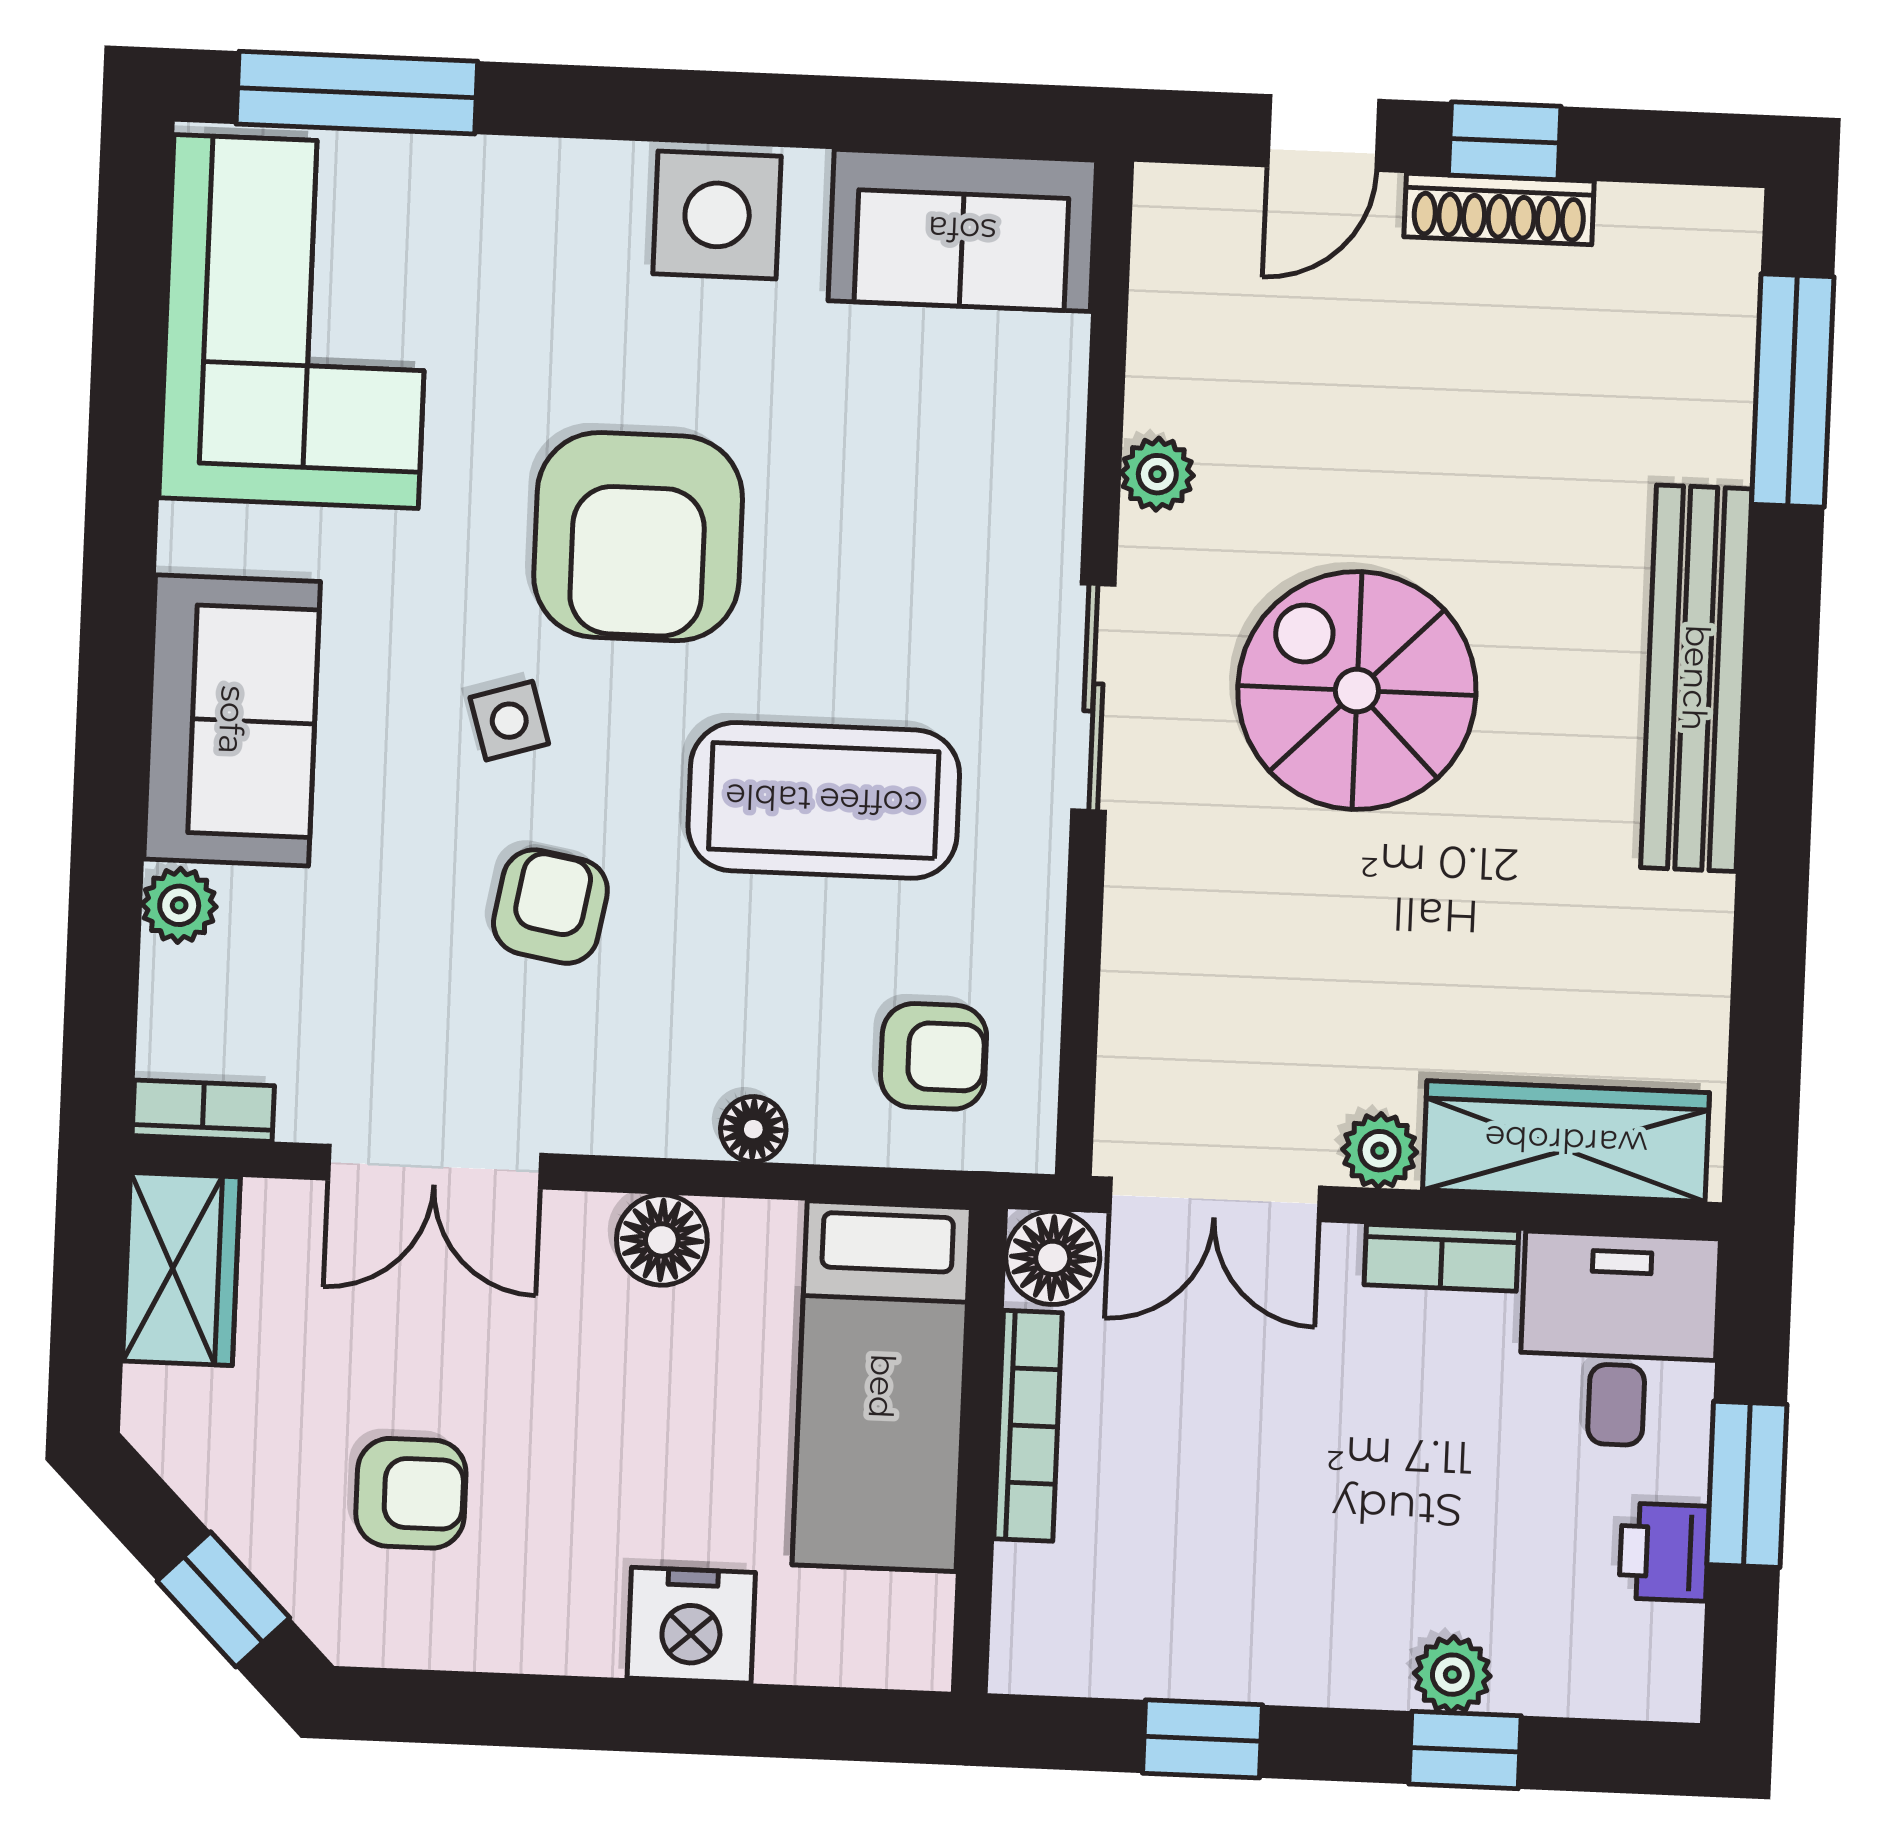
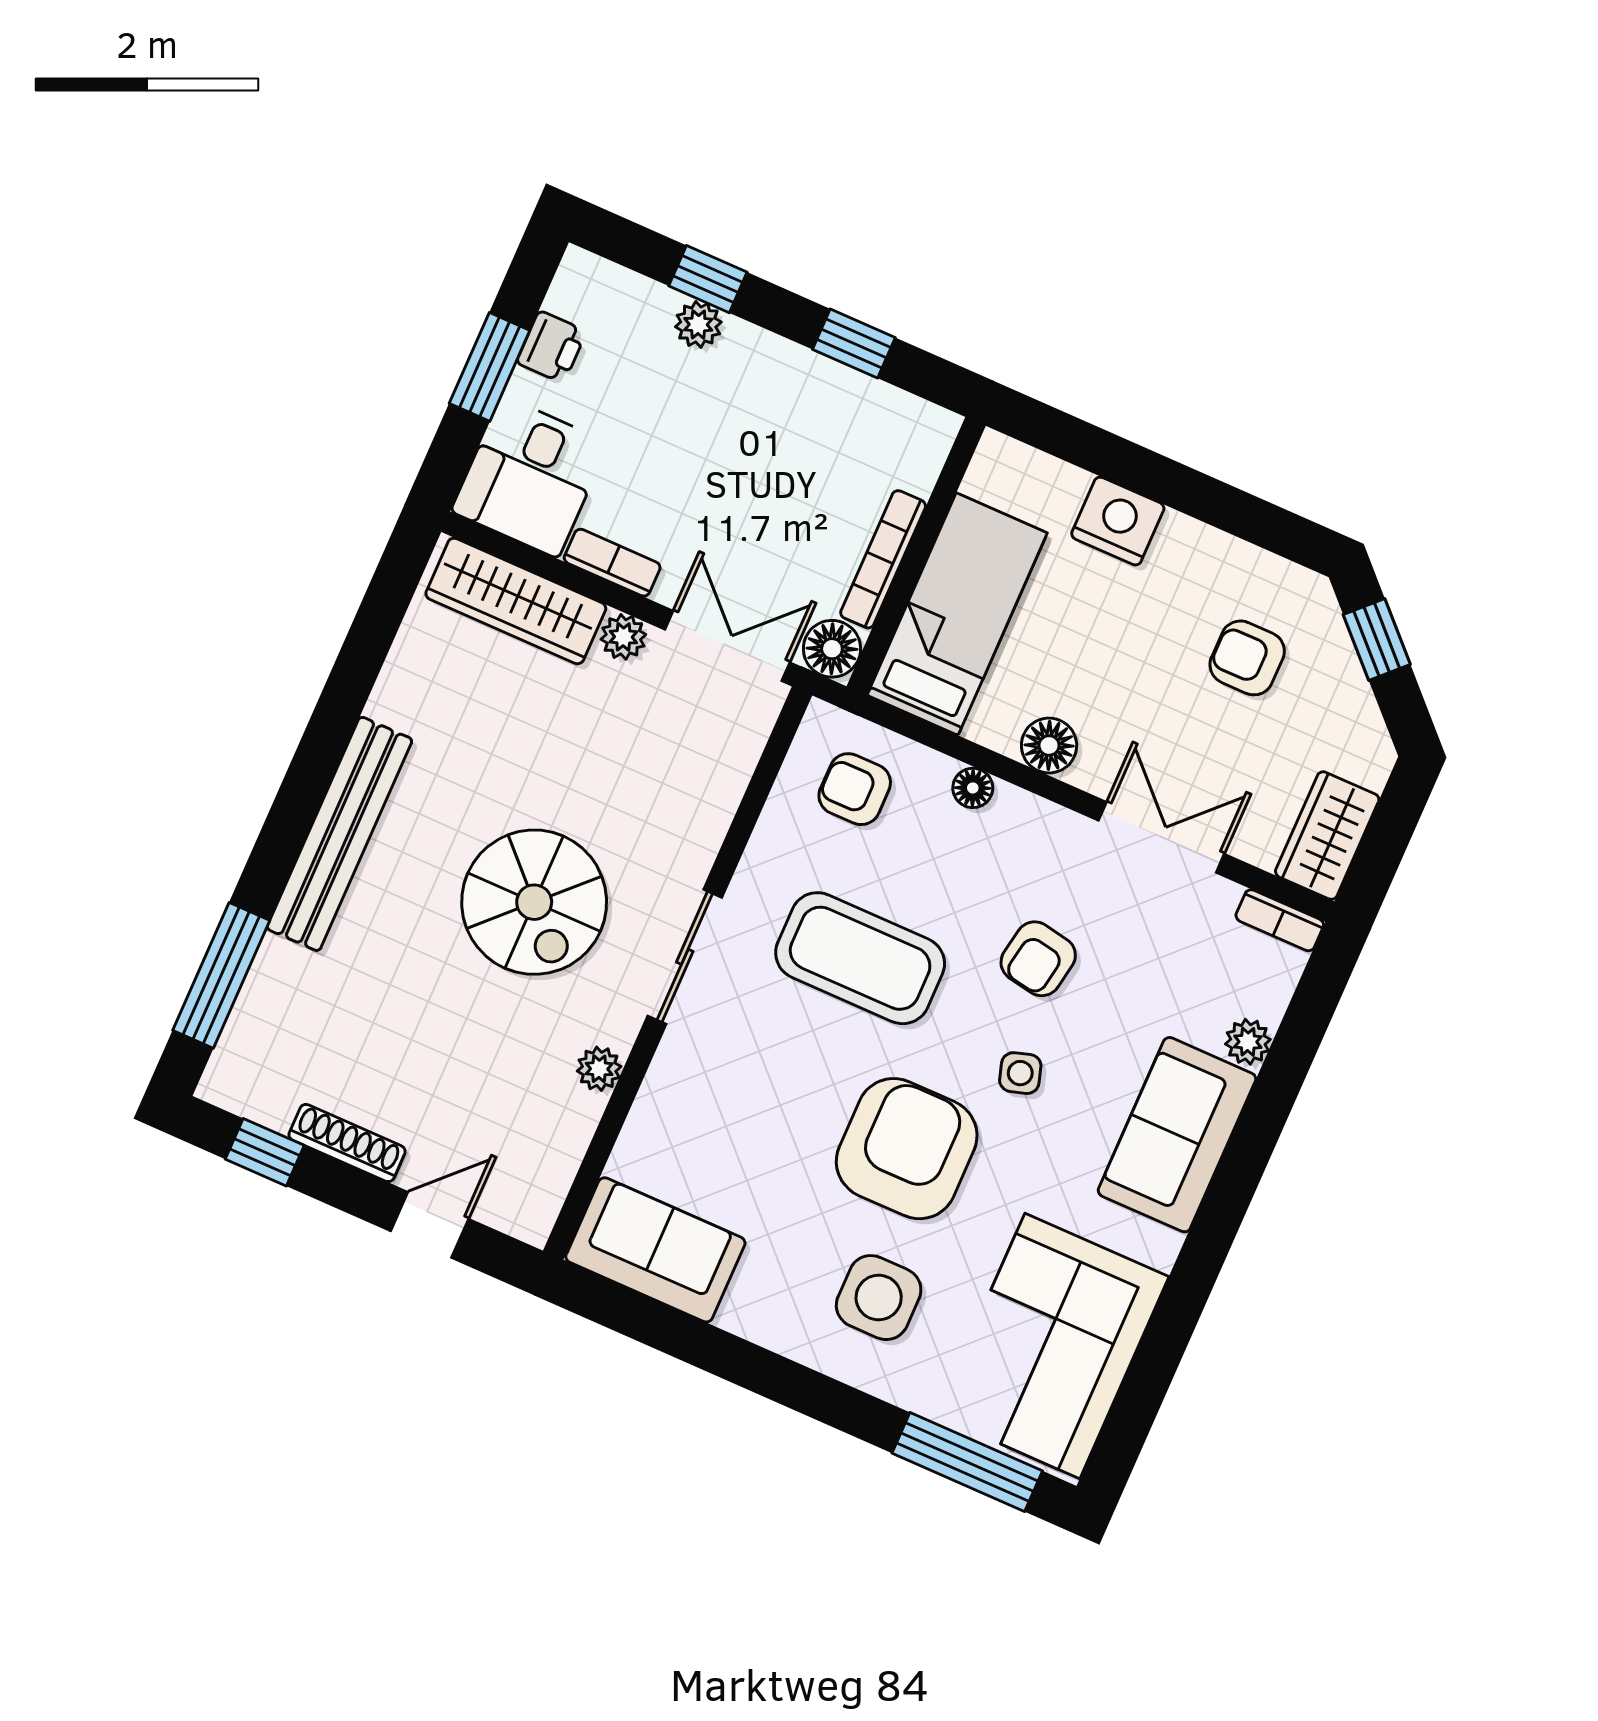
window: (1505, 141) -> (265, 1152), moved
side table: (717, 215) -> (879, 1298), moved

